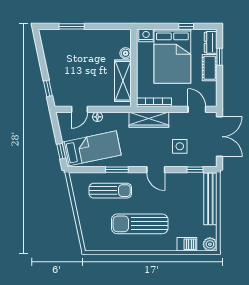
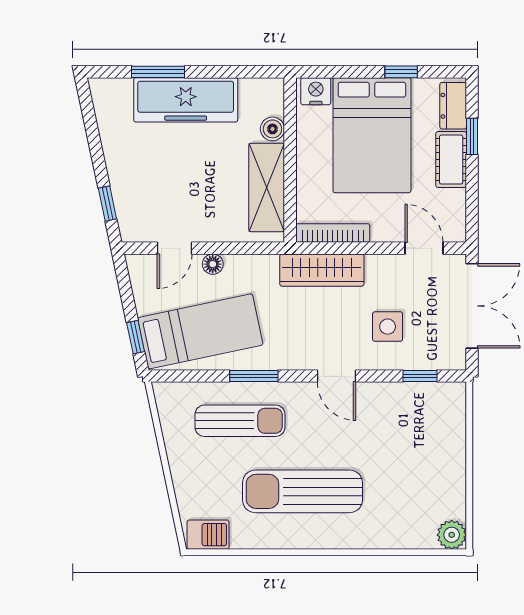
freezer: (85, 40) -> (186, 100), added
bench: (210, 199) -> (453, 438), removed
barbecue: (187, 244) -> (208, 535), moved

